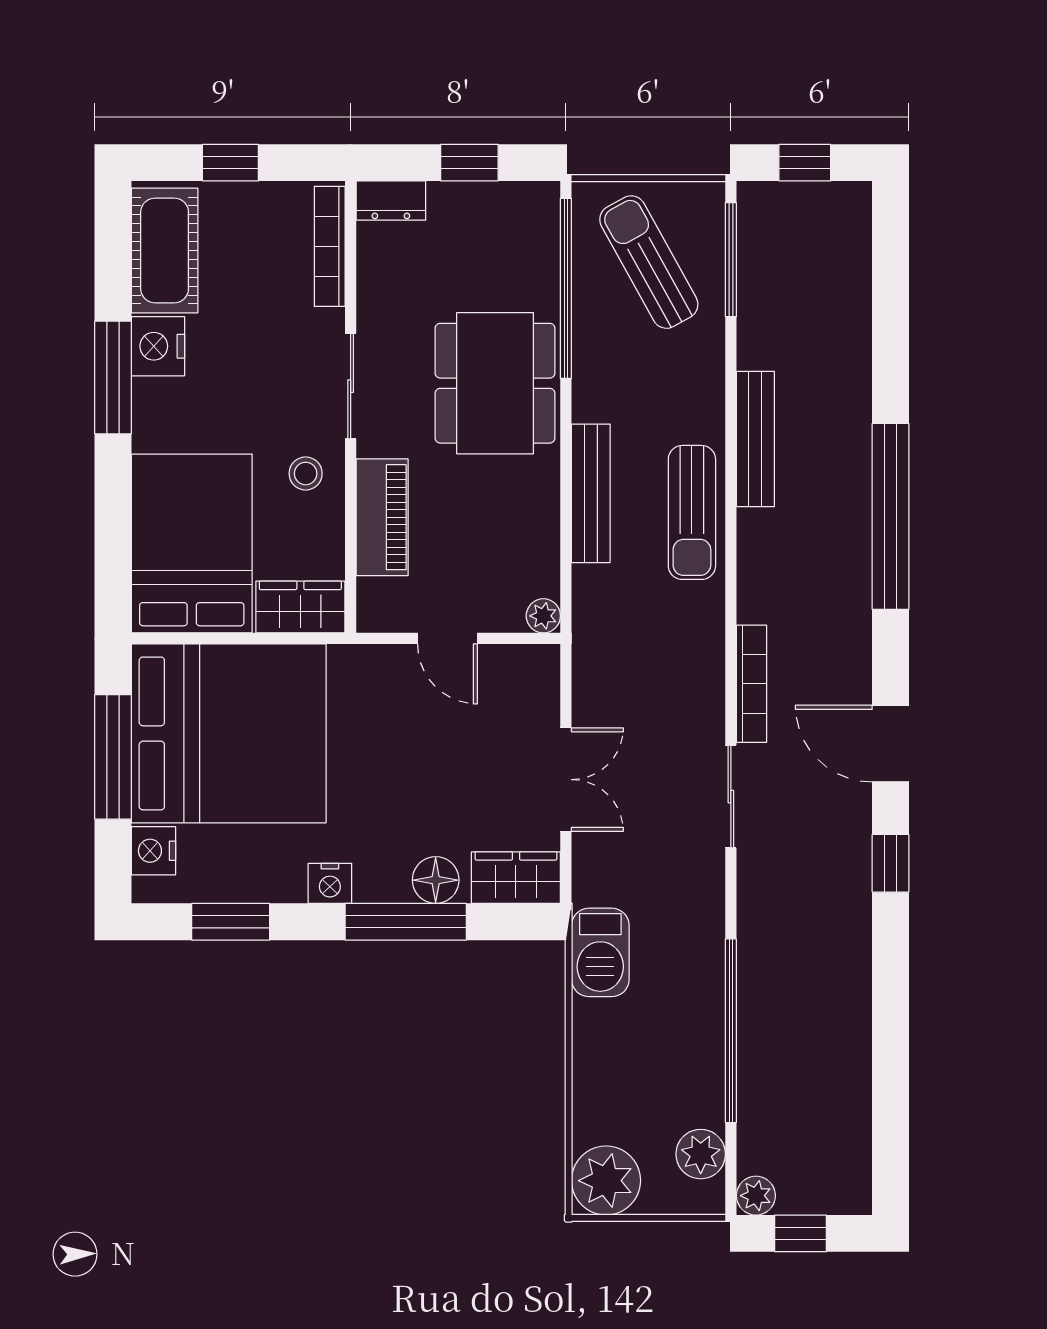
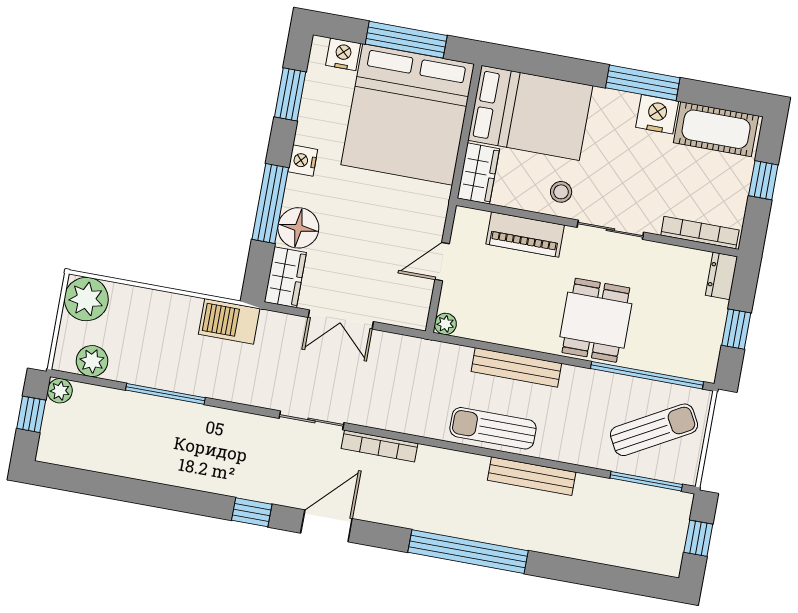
dining table: (495, 383) -> (596, 320), width x0.73
floor lamp: (436, 880) -> (298, 228), width x1.38, depth x1.38
window: (731, 1031) -> (165, 394), width x0.68

